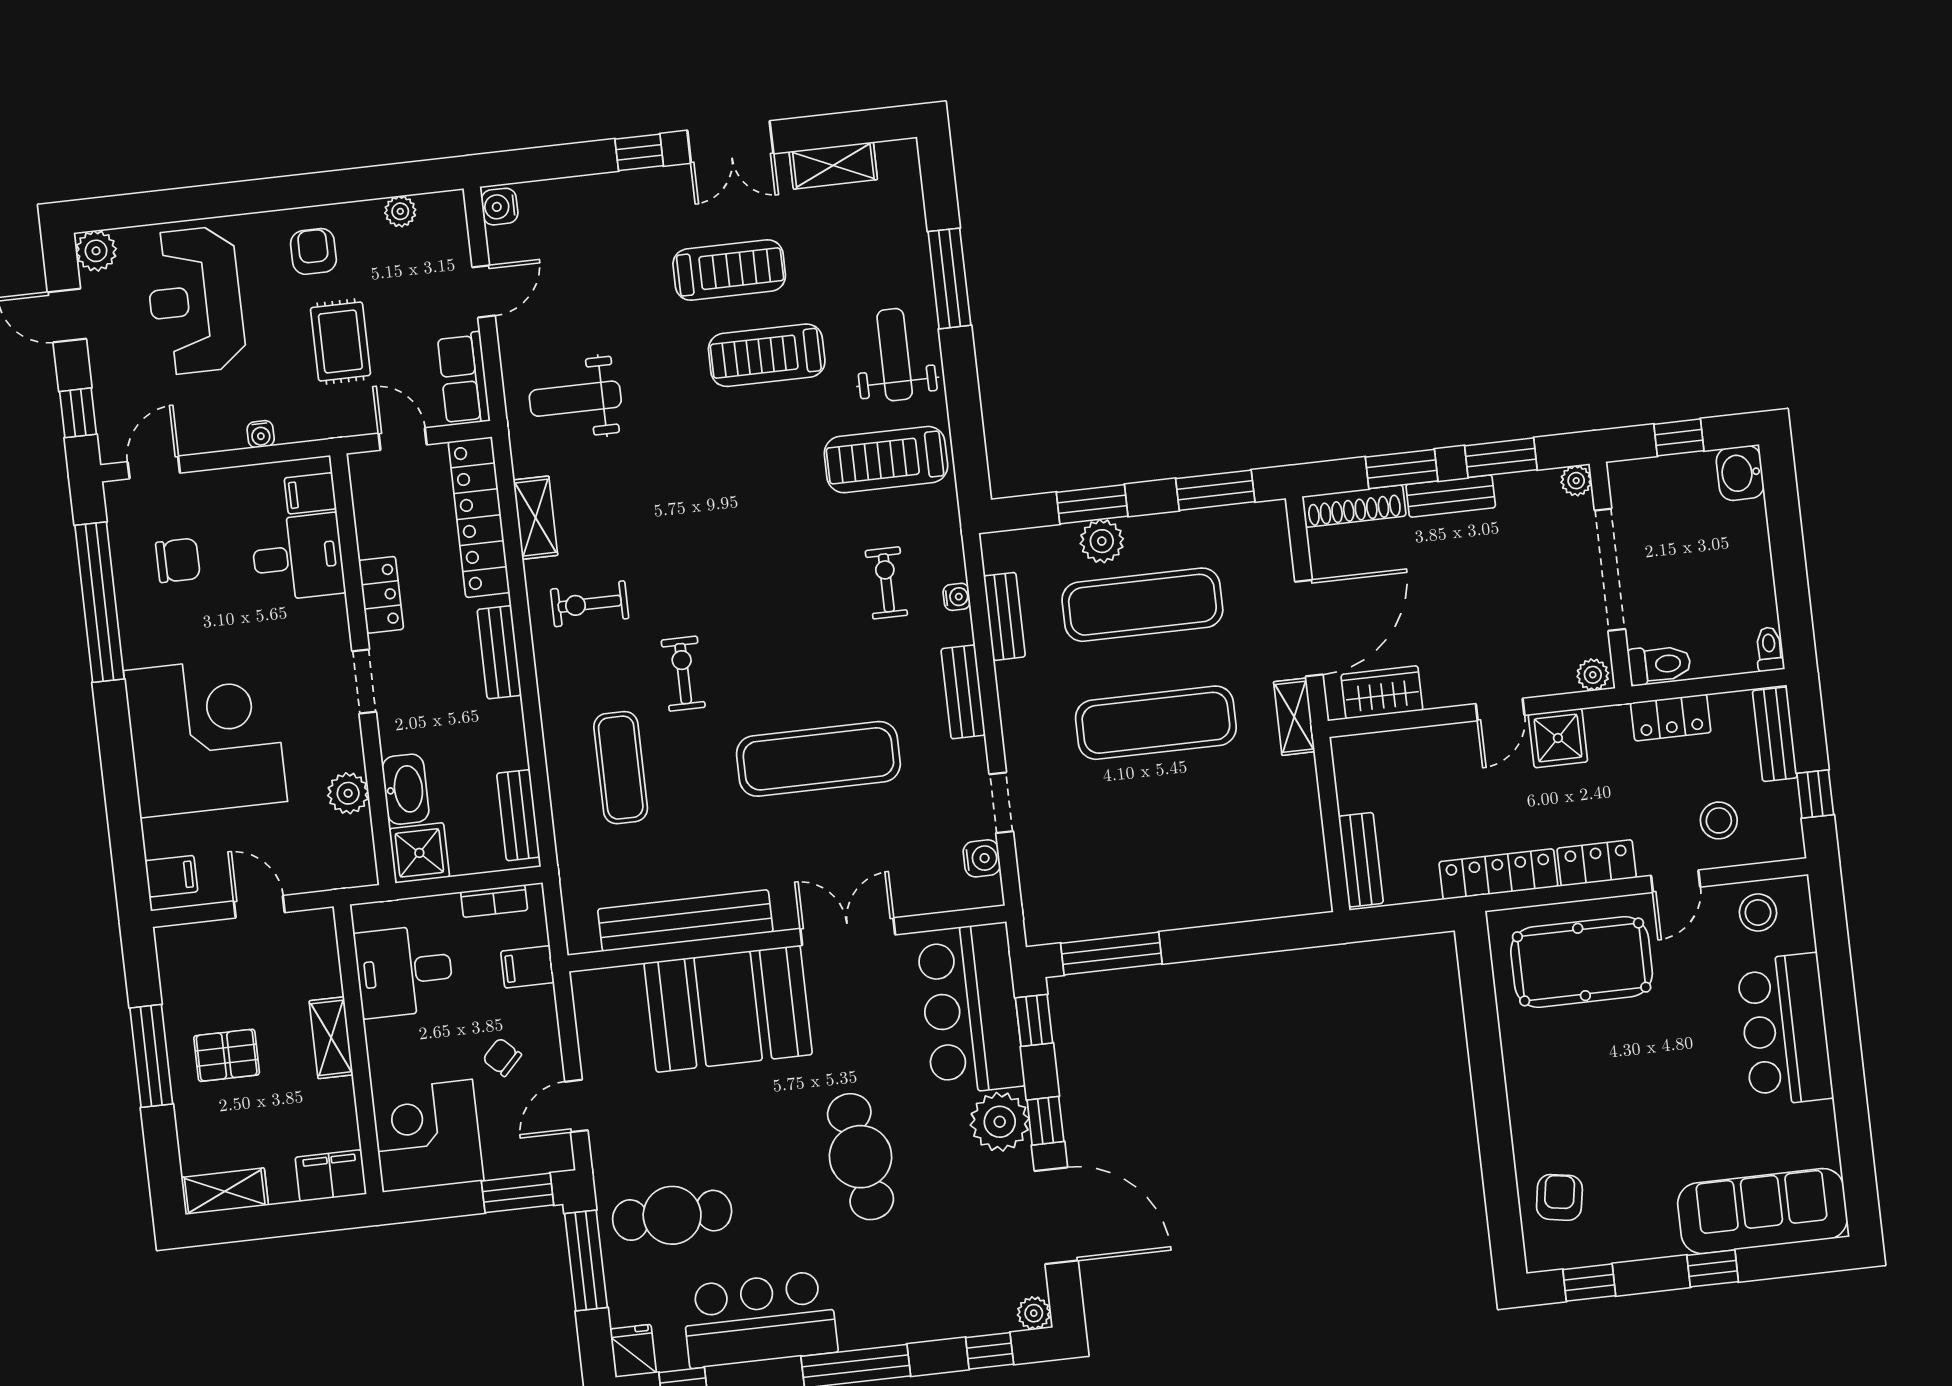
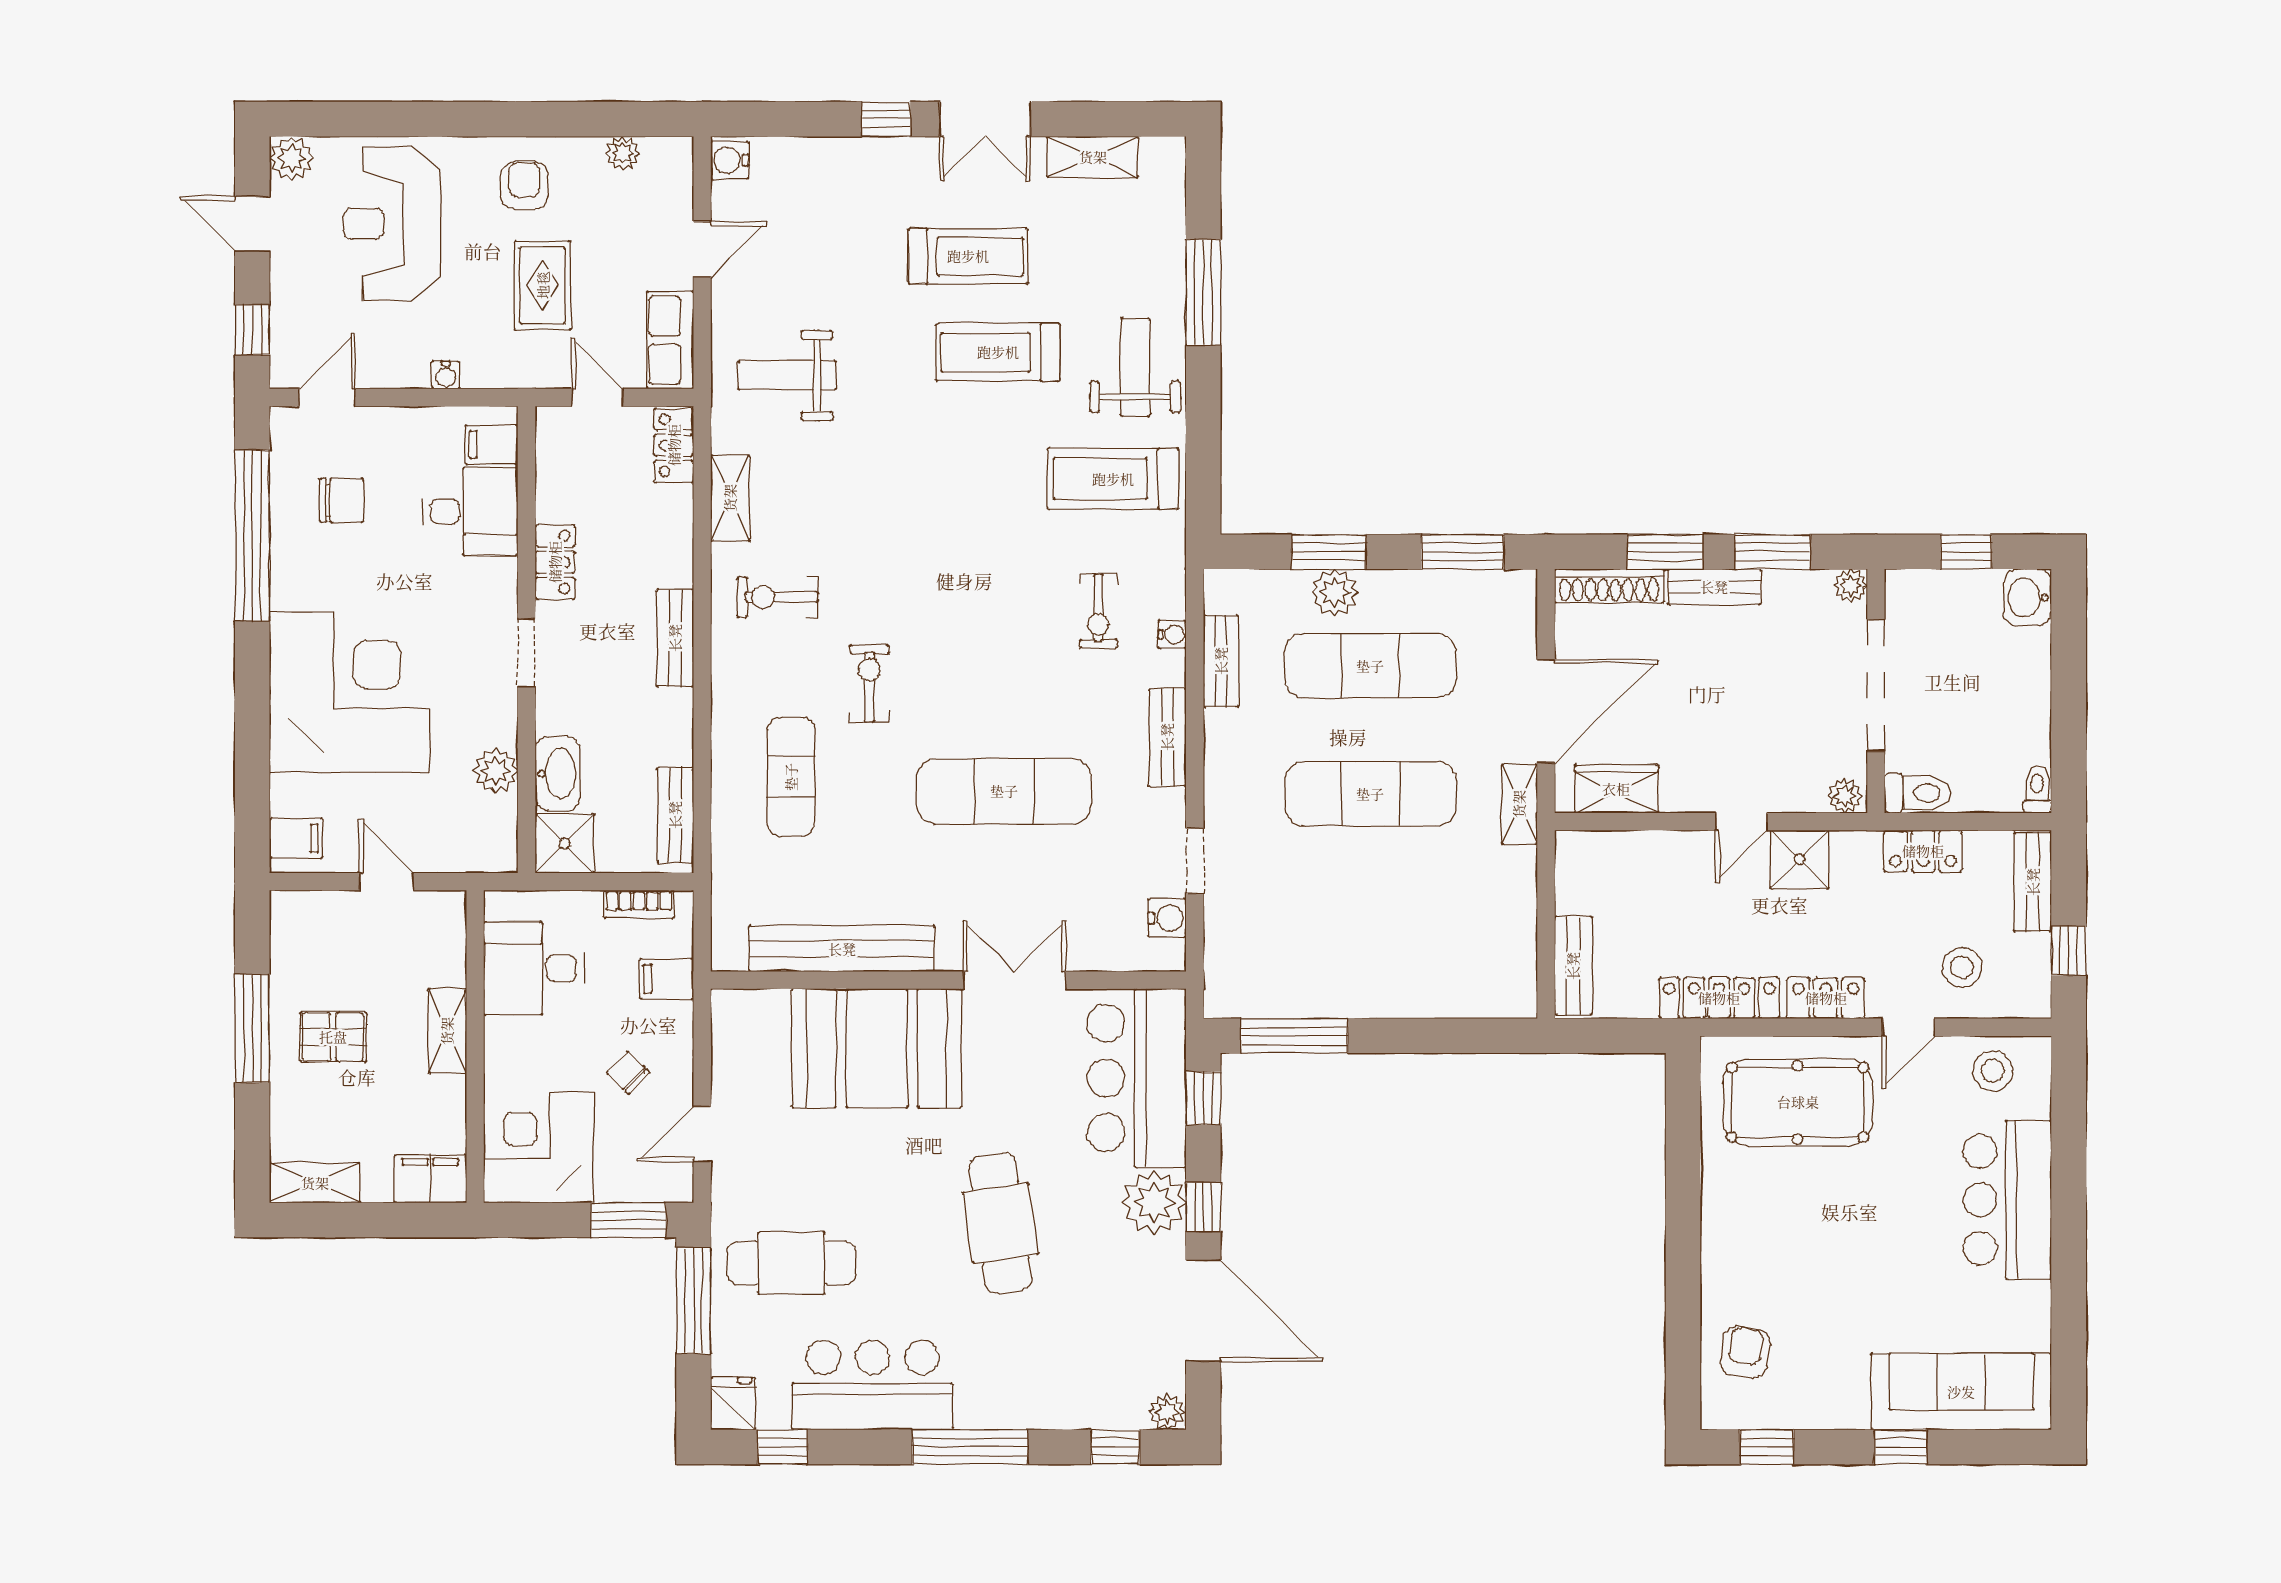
locker: (479, 517) -> (674, 445), width x0.46, depth x0.83
exercise bike: (886, 583) -> (1098, 611), turned 180

